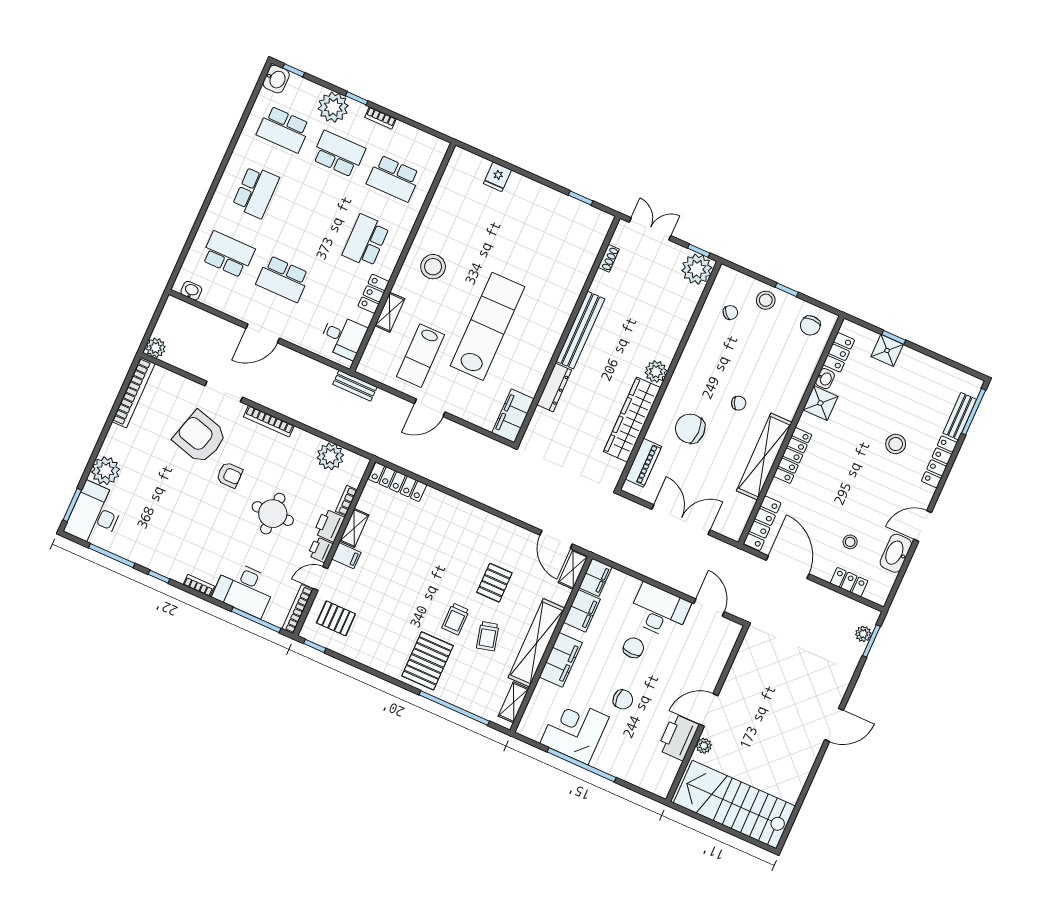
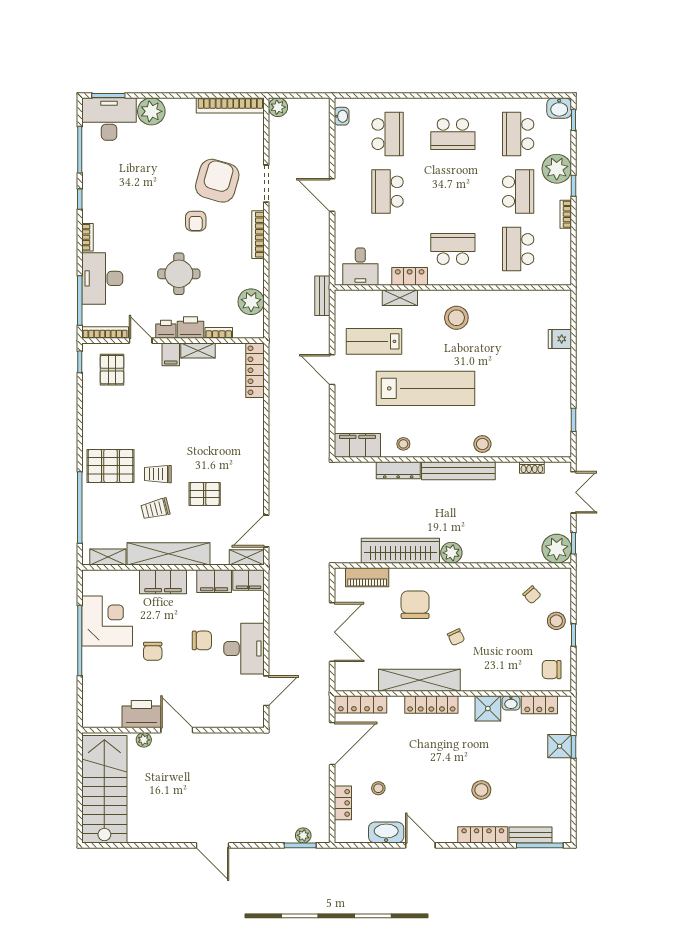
stool: (565, 296) -> (482, 444), added
stool: (531, 371) -> (403, 444), added

